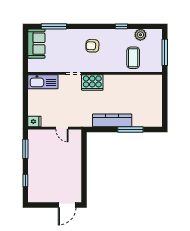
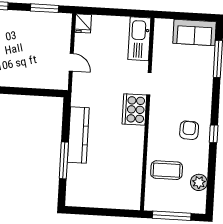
window: (121, 26) -> (214, 134), moved
armchair: (92, 46) -> (189, 130), moved
door: (62, 128) -> (71, 62), swing flipped

